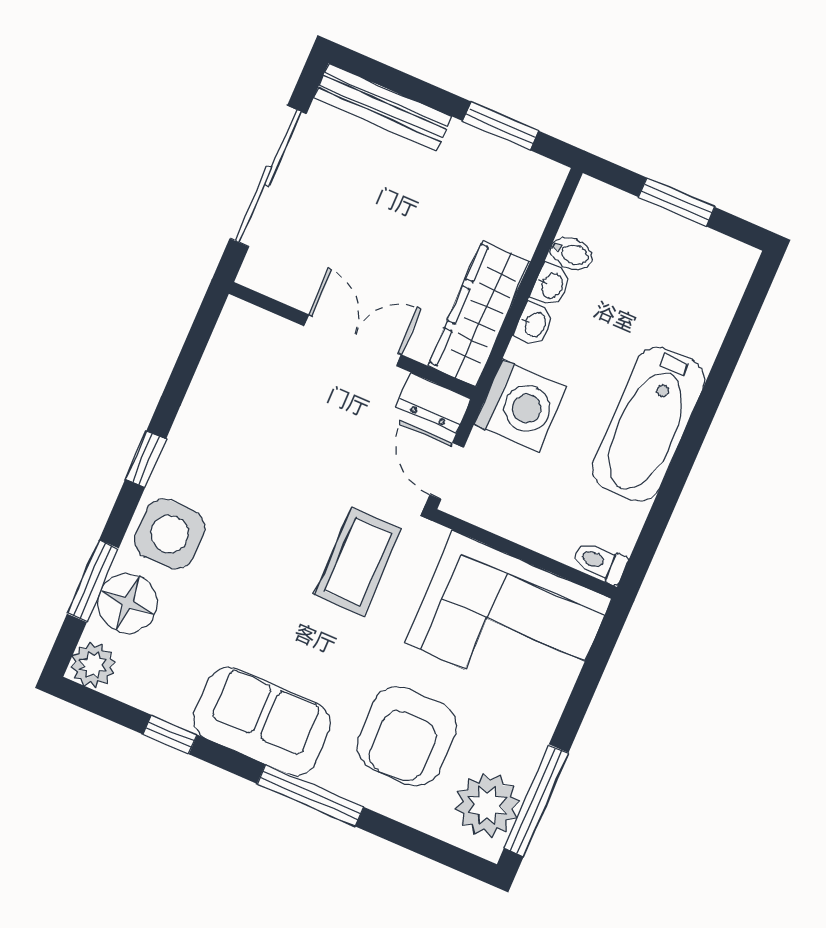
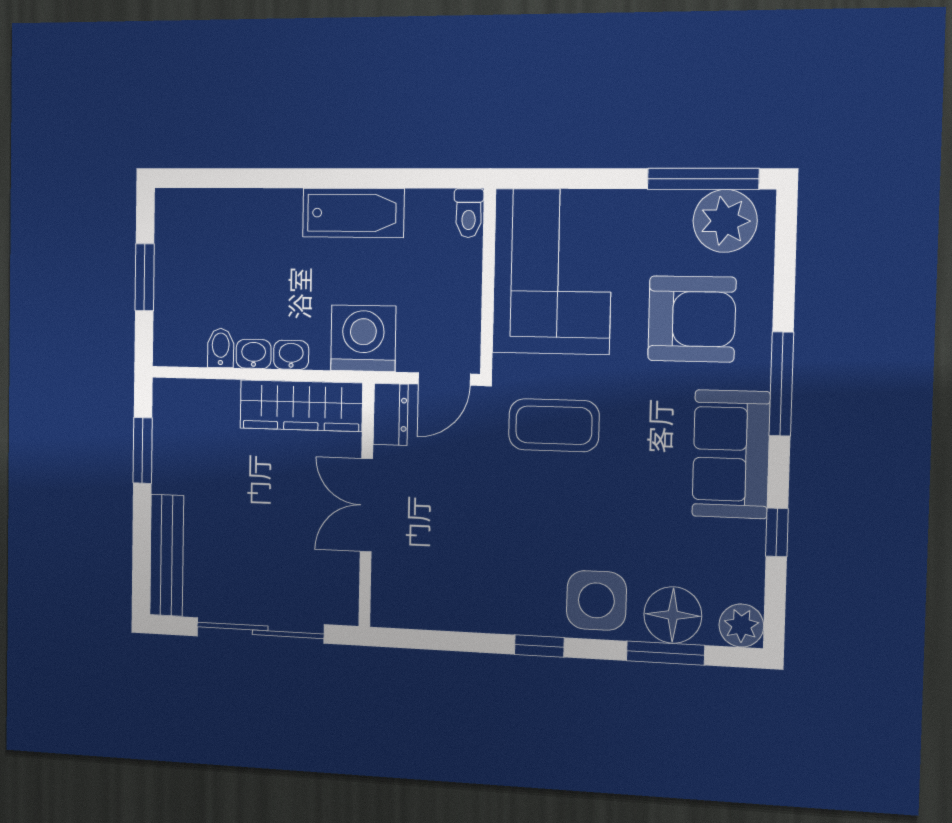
bathtub: (648, 424) -> (353, 213), width x0.73, depth x0.73

